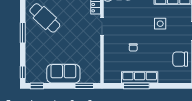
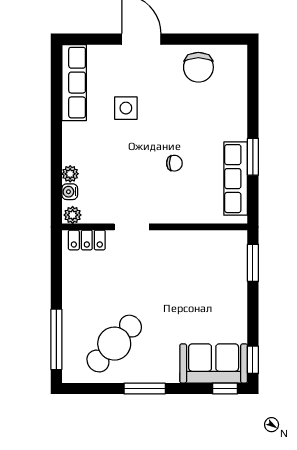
sofa: (63, 74) -> (214, 363), moved, turned 90
row of seats: (140, 77) -> (236, 179), moved
window: (136, 86) -> (253, 157), width x0.69

